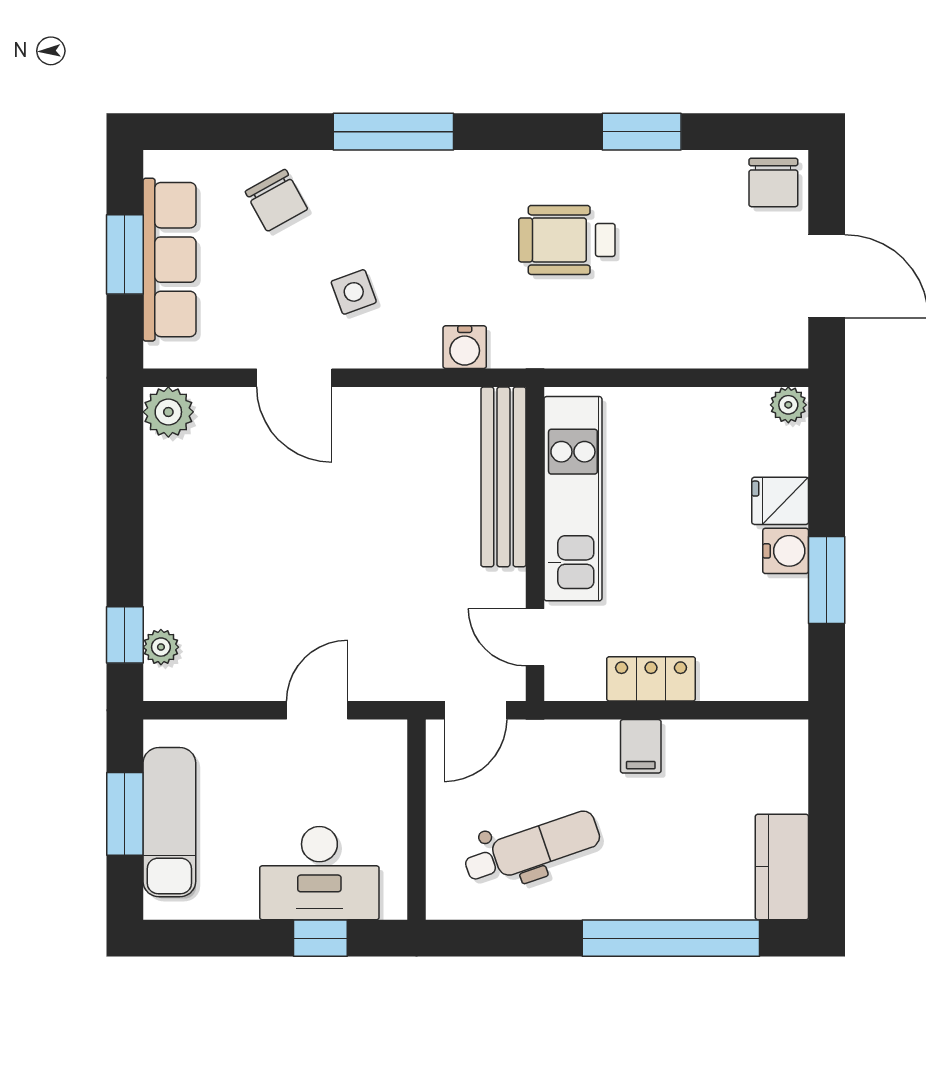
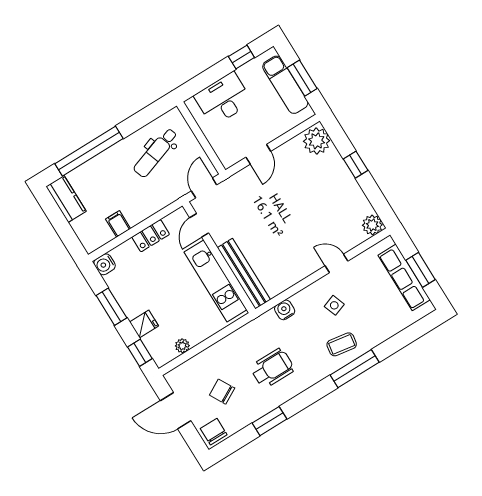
chair: (276, 200) -> (222, 392), moved
coffee table: (389, 200) -> (342, 344), added
door: (294, 378) -> (337, 263), width x0.73
plant: (788, 405) -> (182, 346), moved
window: (827, 446) -> (140, 353), added
water cooler: (786, 551) -> (105, 264), moved
window: (125, 635) -> (356, 165), moved
door: (535, 637) -> (199, 225), swing flipped
plant: (161, 647) -> (317, 141), width x1.88, depth x1.88
filing cabinet: (641, 746) -> (118, 224), moved
window: (320, 938) -> (241, 57), moved

